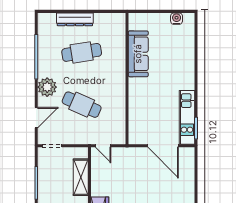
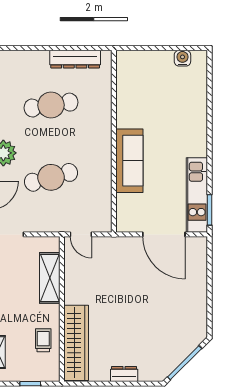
dresser: (75, 19) -> (75, 59), moved
sofa: (138, 54) -> (129, 161), moved
cafe table: (82, 105) -> (51, 177), turned -39

